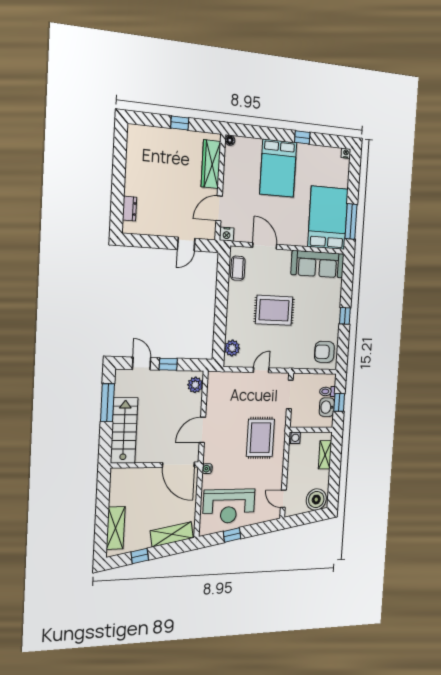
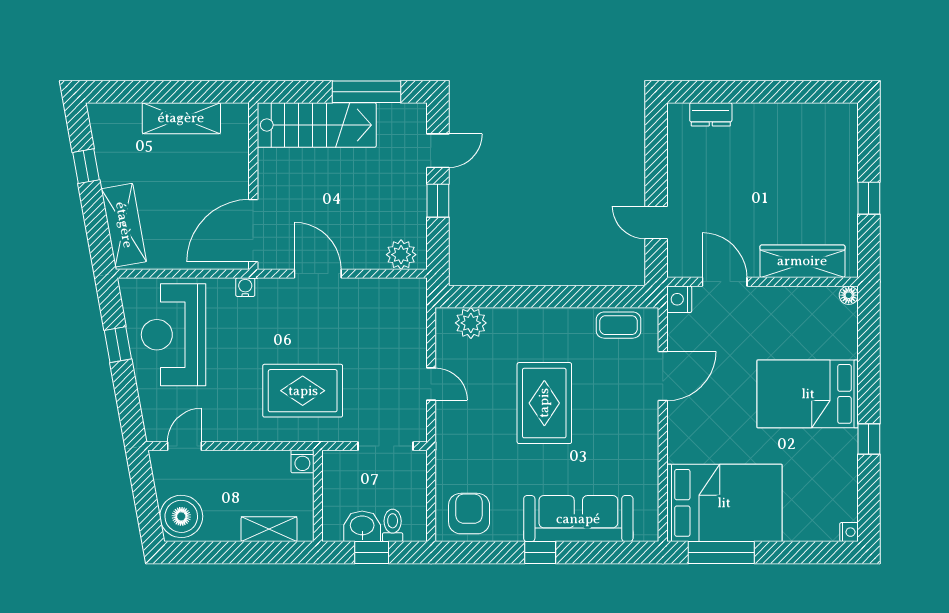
sofa: (318, 264) -> (578, 519), moved, turned 90
shelving: (116, 528) -> (181, 118), moved

